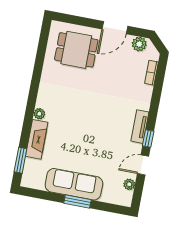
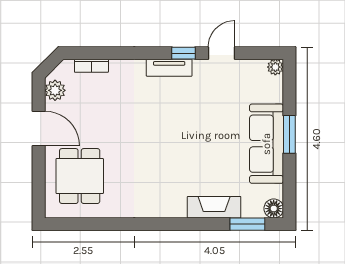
plant: (39, 114) -> (178, 210), removed
door: (143, 165) -> (222, 53), swing flipped
floor lamp: (28, 181) -> (274, 209), added
plant: (129, 184) -> (275, 67), moved

